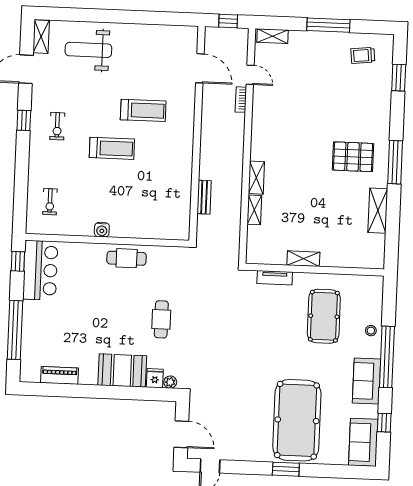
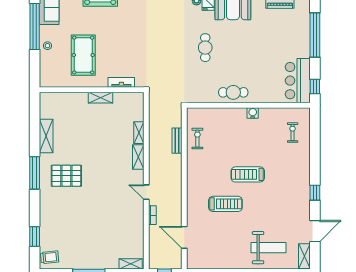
trolley: (363, 55) -> (50, 257), moved
door: (250, 75) -> (146, 192), moved
treadmill: (143, 110) -> (225, 204), turned 180
exercise bike: (57, 126) -> (197, 139), moved

